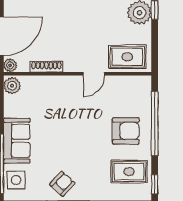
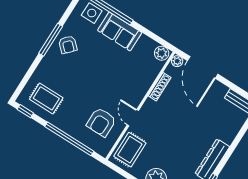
armchair: (126, 131) -> (101, 122), moved
rug: (129, 172) -> (46, 98), turned 90

